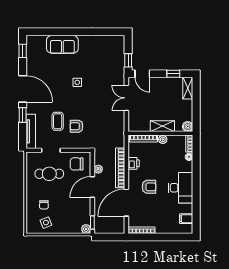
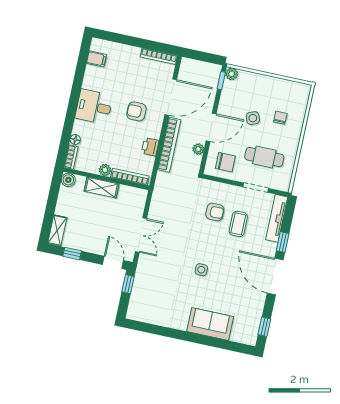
desk: (181, 188) -> (94, 107), width x0.73
side table: (46, 223) -> (253, 118), moved

